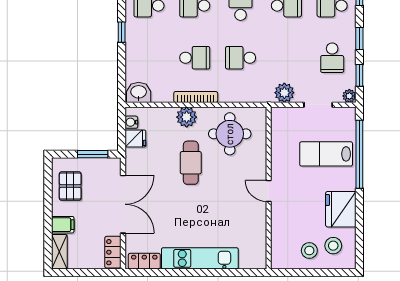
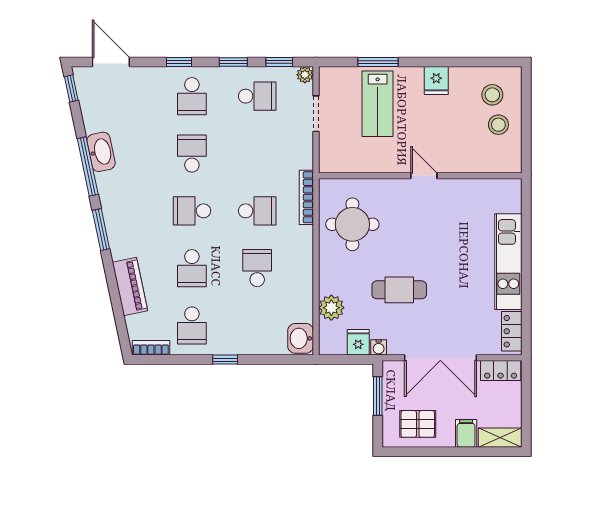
school desk: (241, 58) -> (257, 211), turned -90
plant: (284, 93) -> (301, 156), removed
bookcase: (196, 97) -> (306, 197), moved
plant: (187, 117) -> (331, 308), moved
water cooler: (131, 122) -> (379, 347), moved
window: (359, 154) -> (378, 62), width x0.47
cafe table: (191, 163) -> (399, 290), moved
door: (269, 191) -> (424, 176), swing flipped
double door: (123, 204) -> (440, 358), swing flipped
fridge: (341, 209) -> (436, 80), width x0.53, depth x0.75

